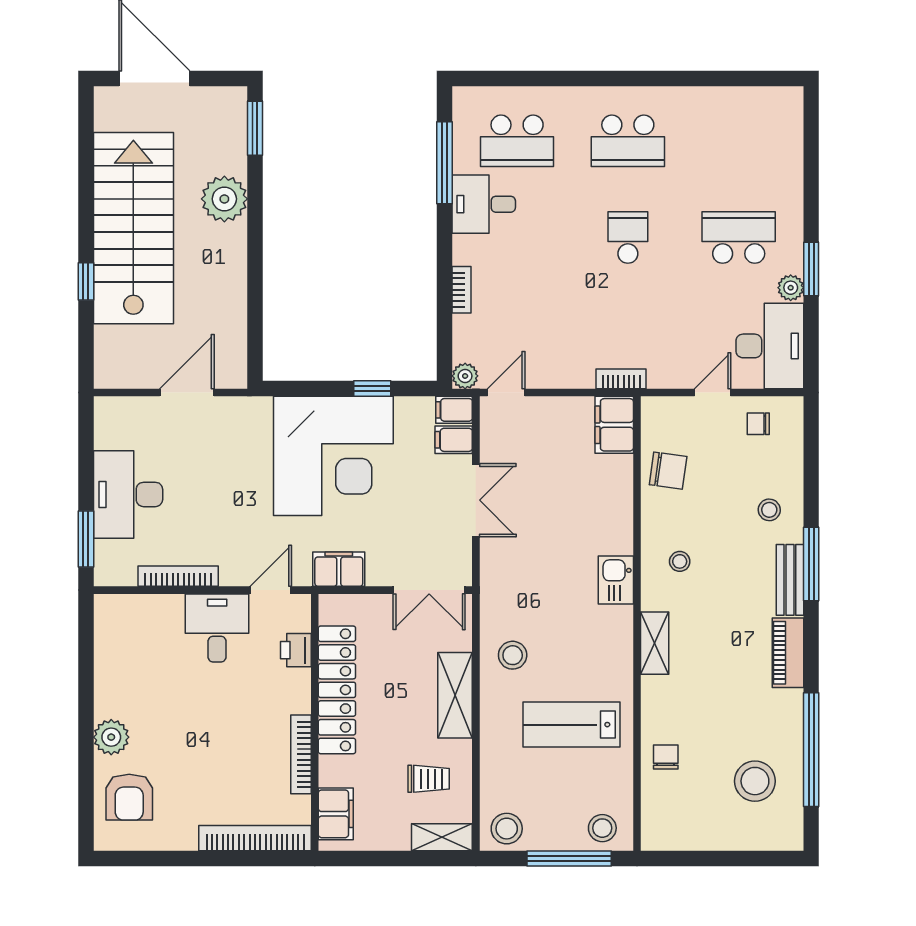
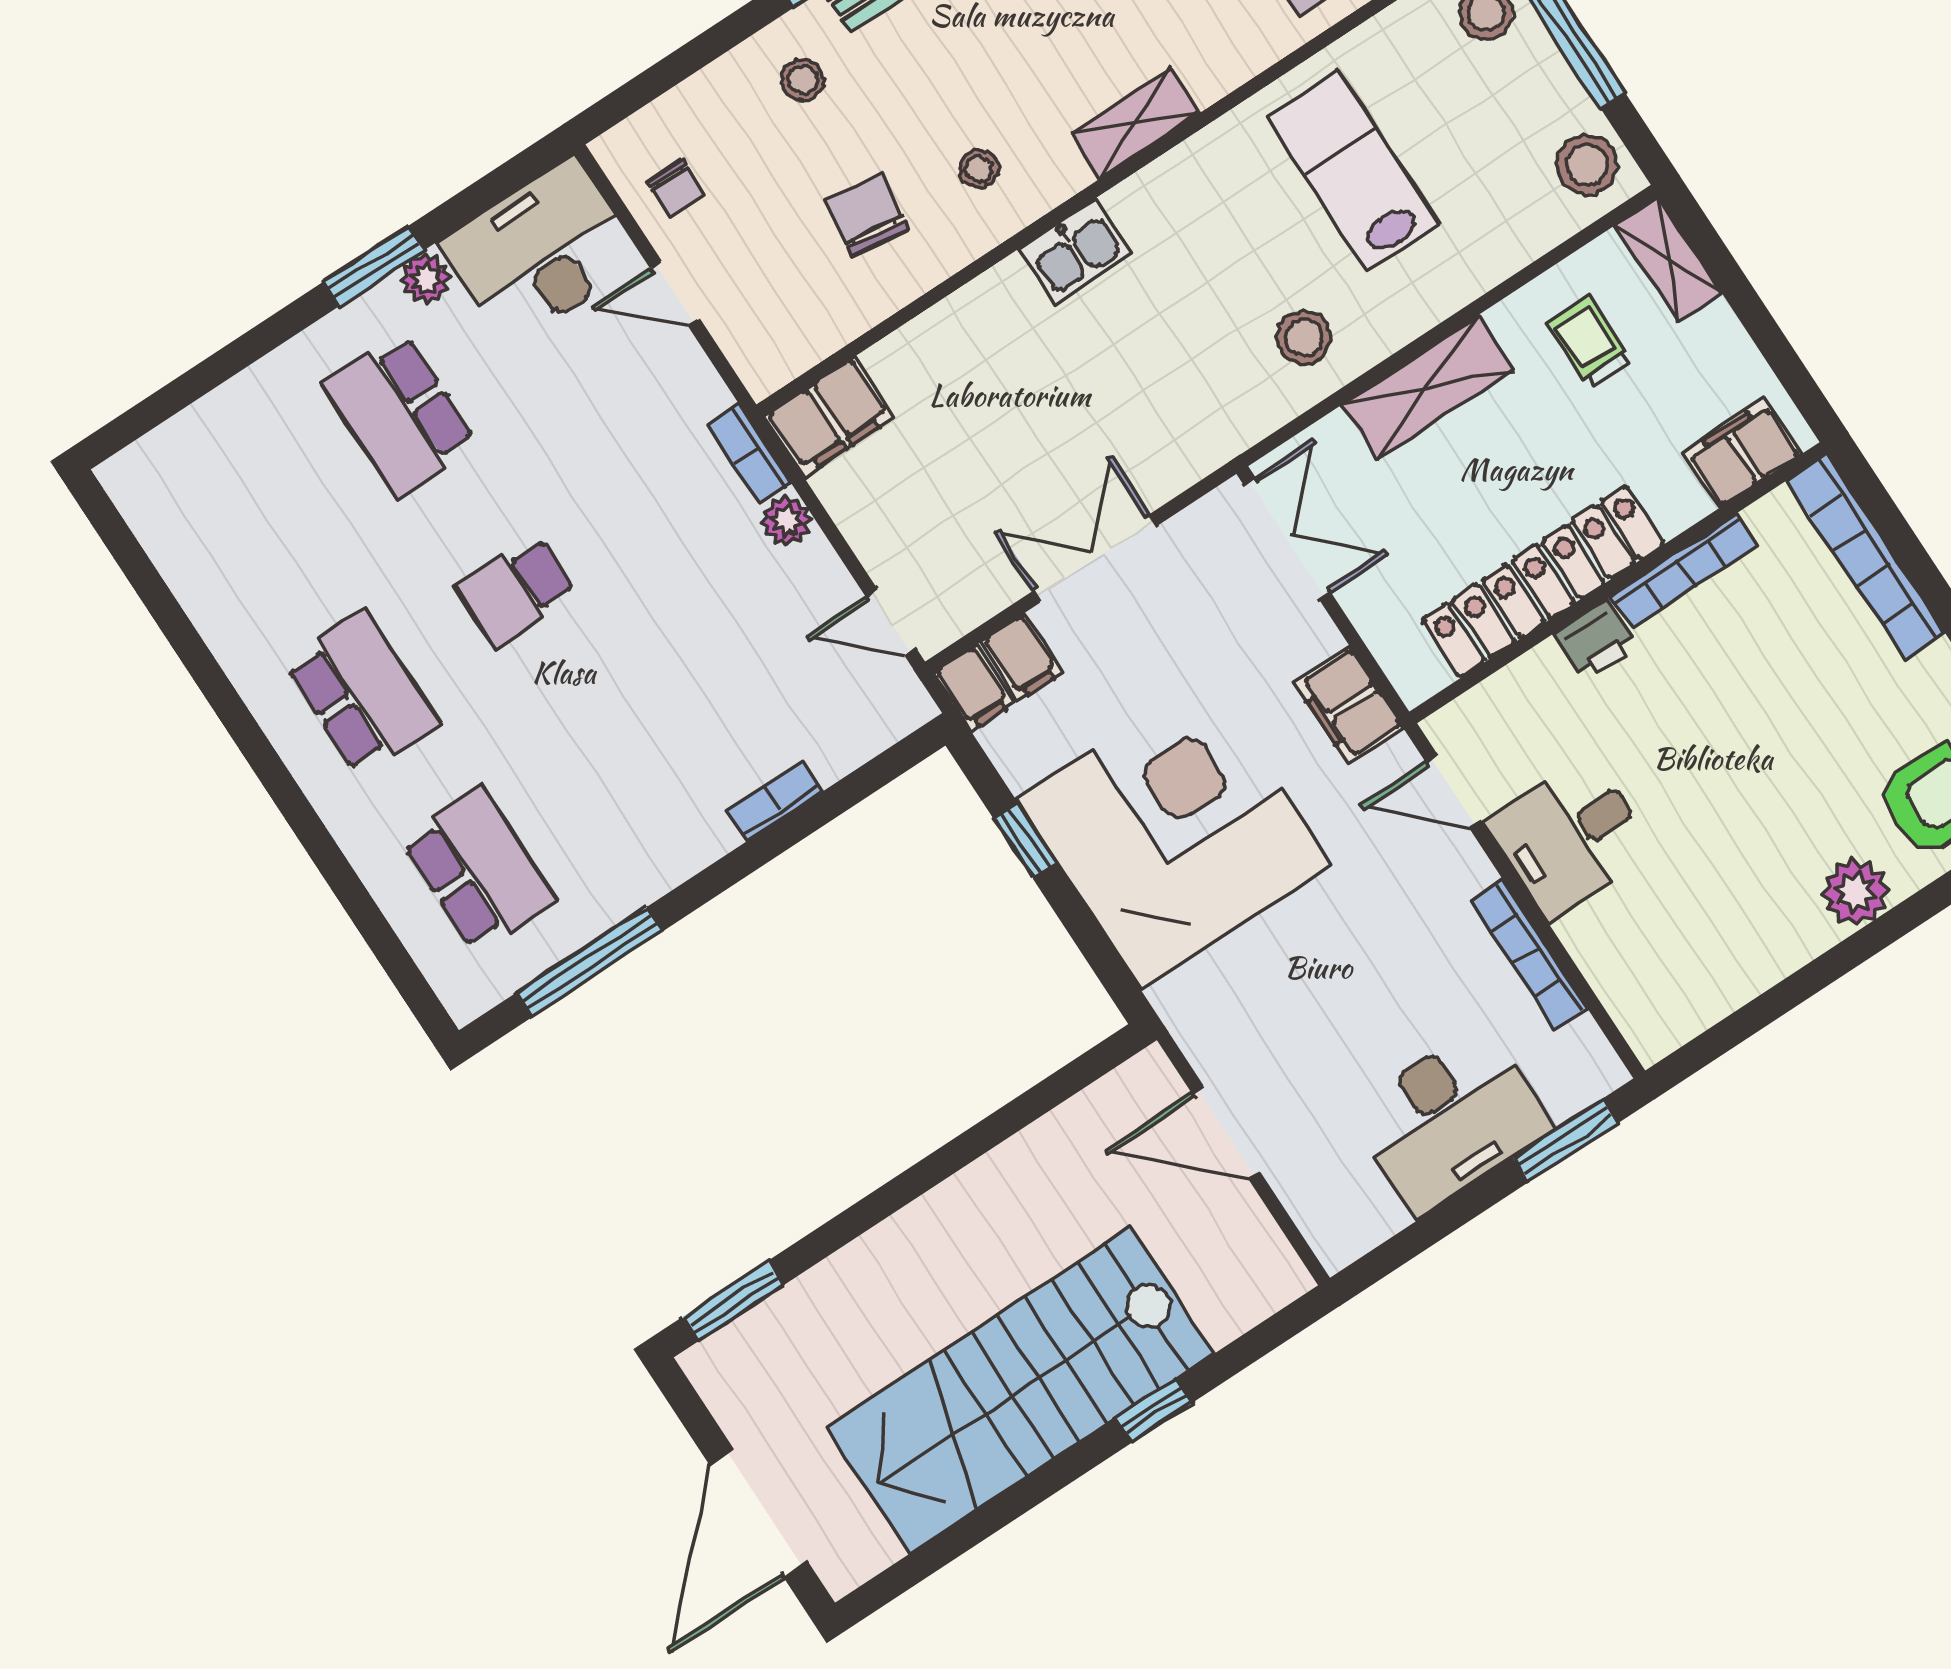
plant: (224, 199) -> (878, 1276), removed
desk: (484, 204) -> (614, 856), removed
plant: (465, 376) -> (787, 521), moved
chair: (668, 471) -> (866, 215), moved
printer: (296, 650) -> (1596, 641), moved
lab bench: (571, 725) -> (1353, 171), turned 180

